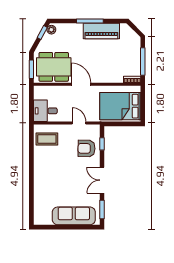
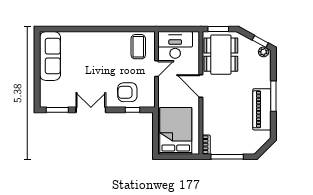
door: (81, 84) -> (201, 86), swing flipped
desk: (45, 111) -> (175, 45), width x1.37
door: (79, 123) -> (156, 69), moved
armchair: (86, 148) -> (127, 92), turned -92
sofa: (74, 216) -> (50, 56), moved

